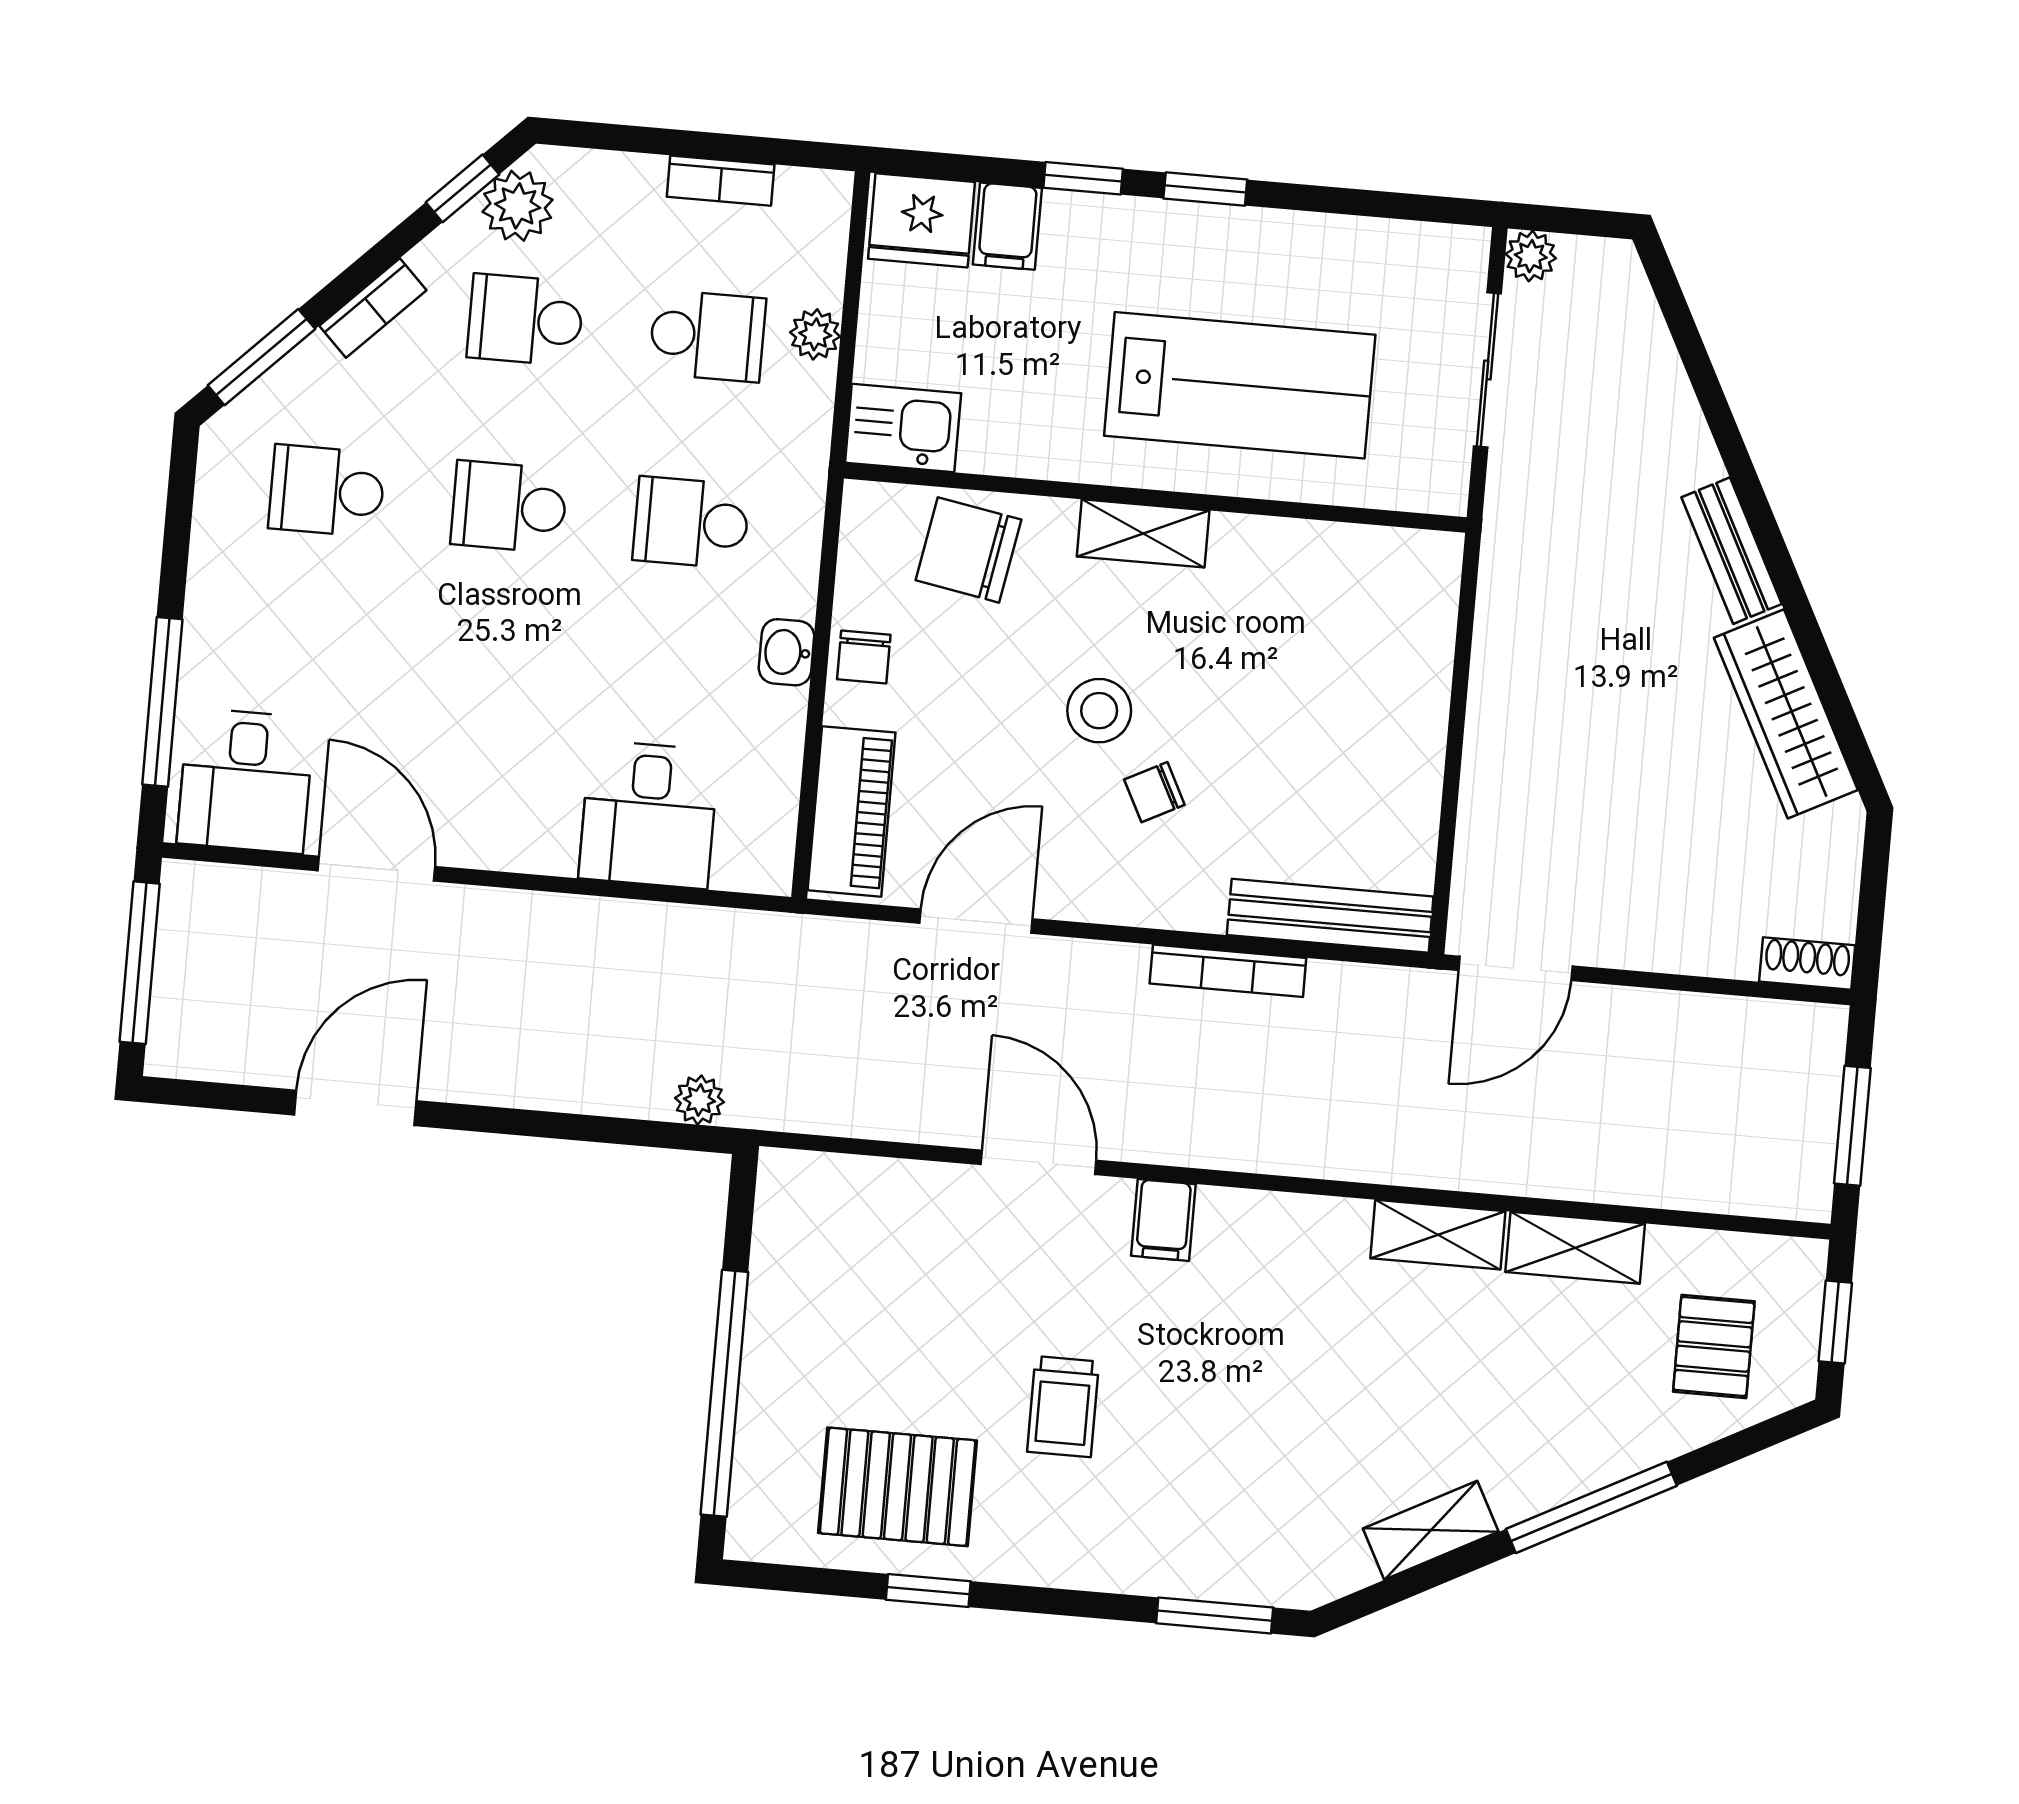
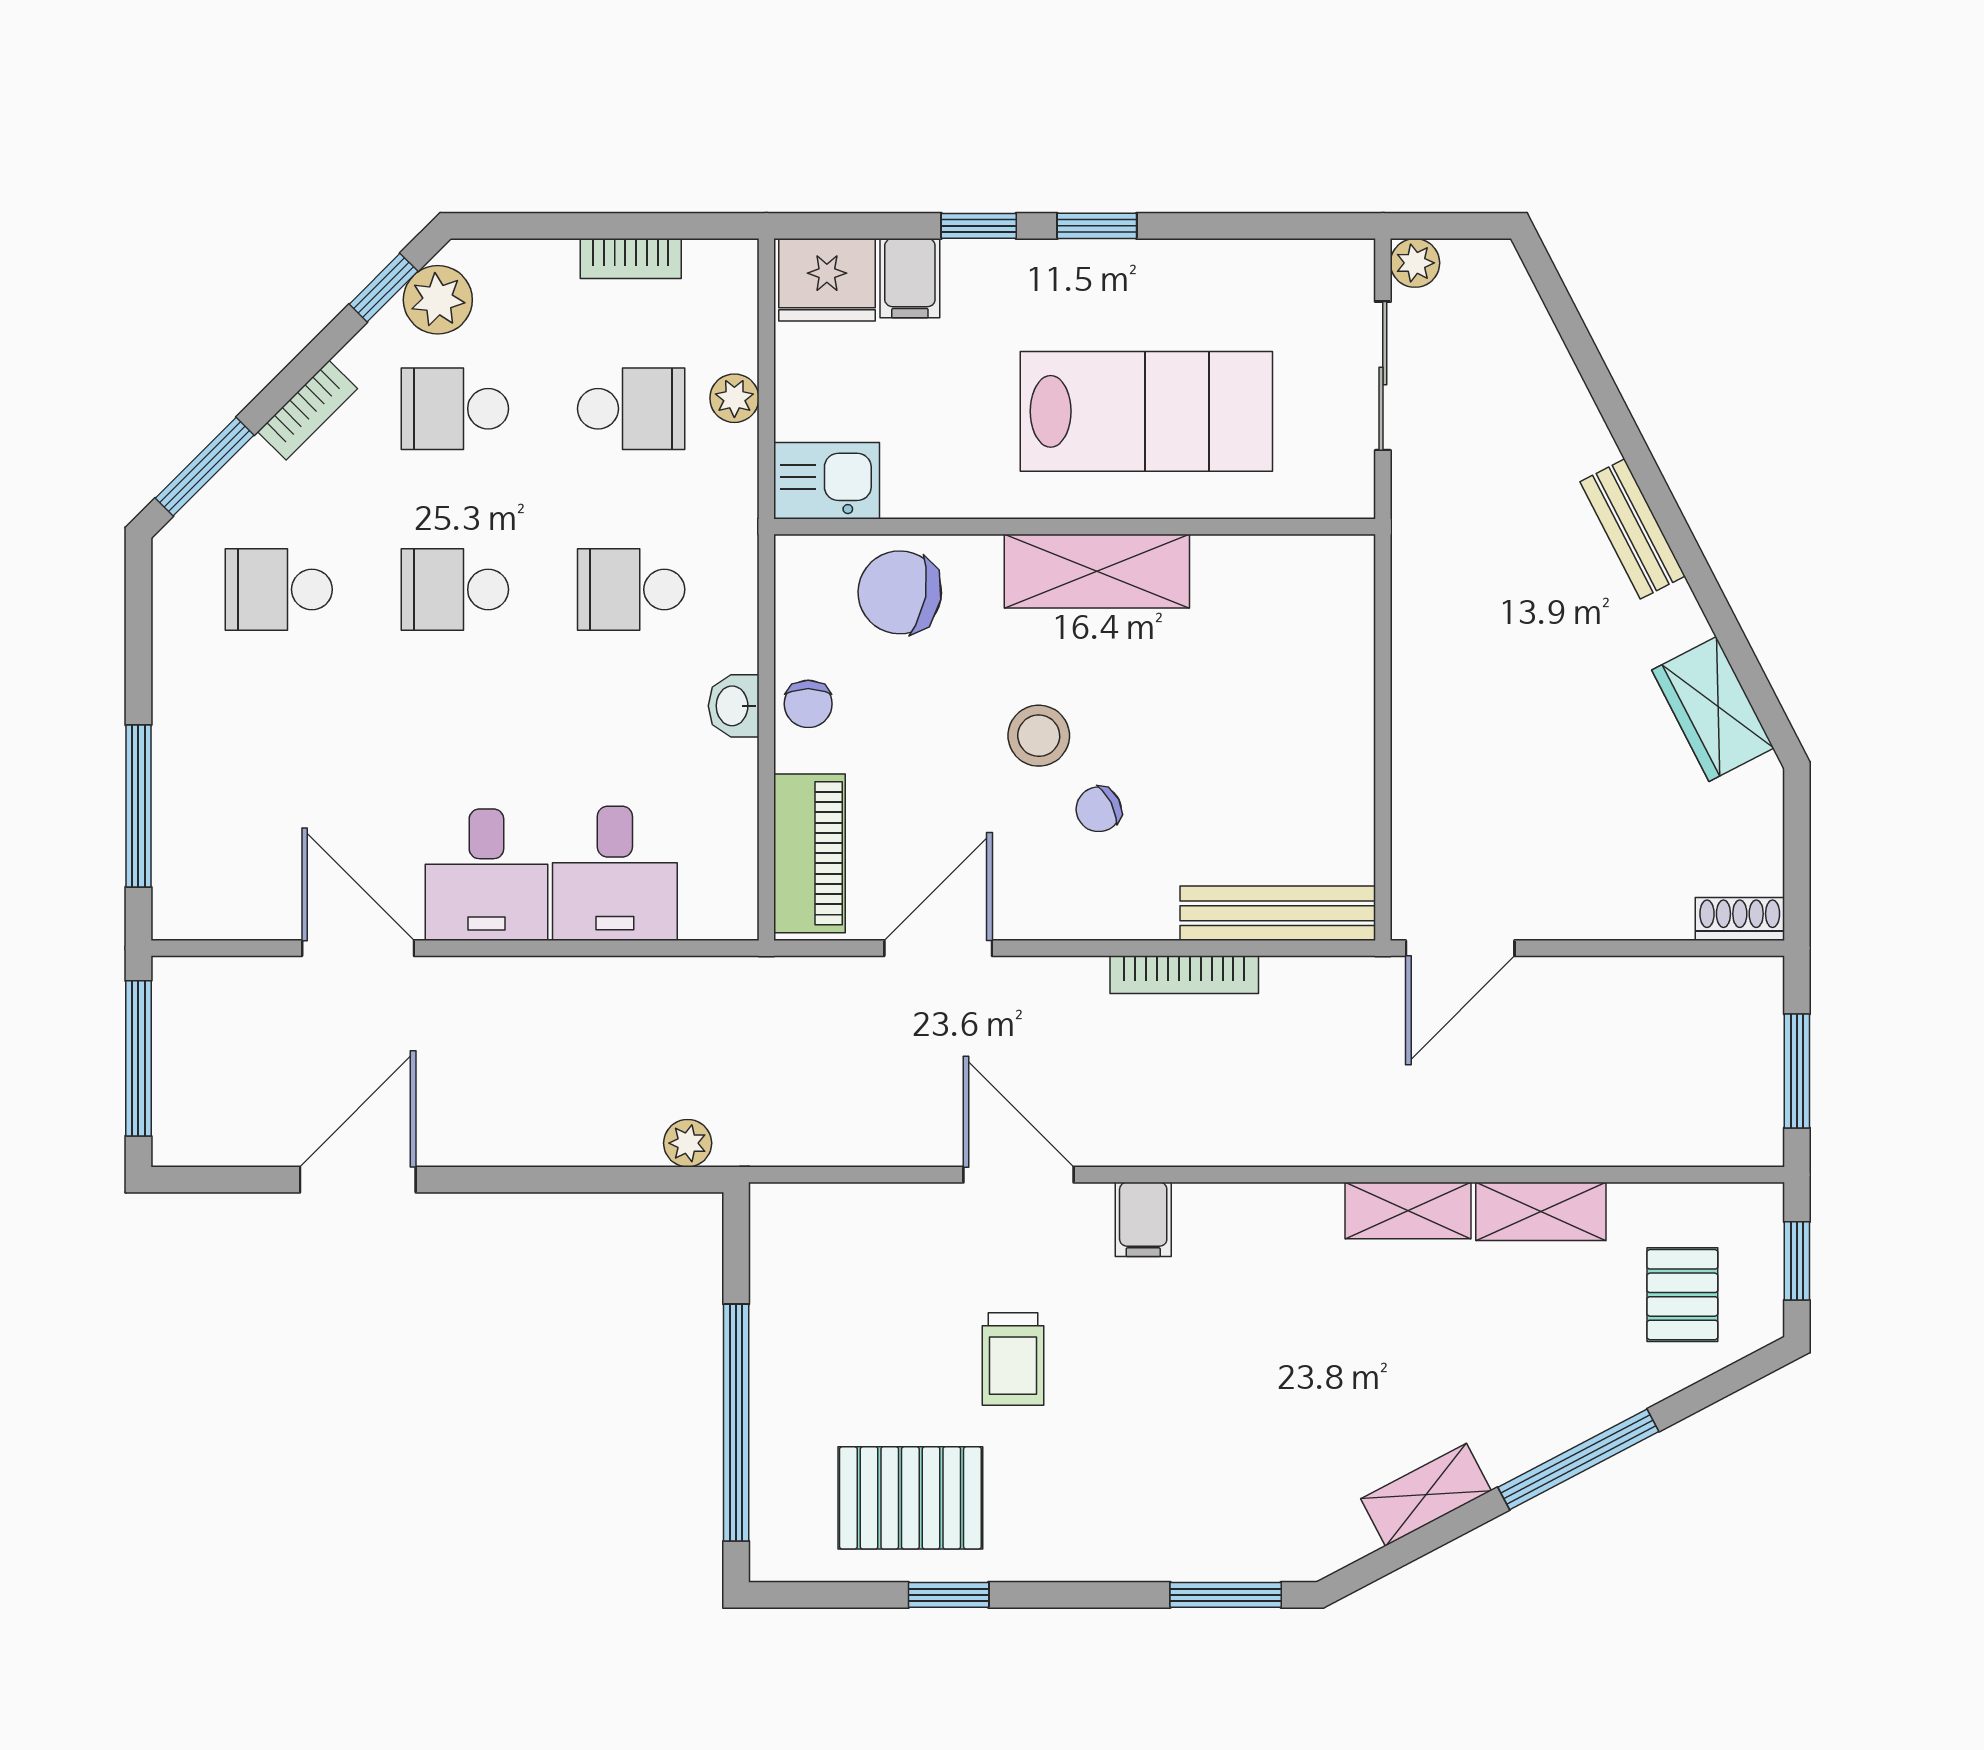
shelving: (1143, 533) -> (1097, 571), width x1.50, depth x1.33
wardrobe: (1786, 714) -> (1713, 709), width x0.67
desk: (245, 781) -> (486, 875), moved
trolley: (1063, 1407) -> (1013, 1359), moved

